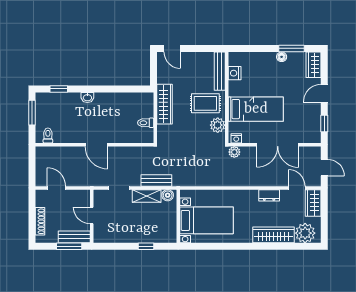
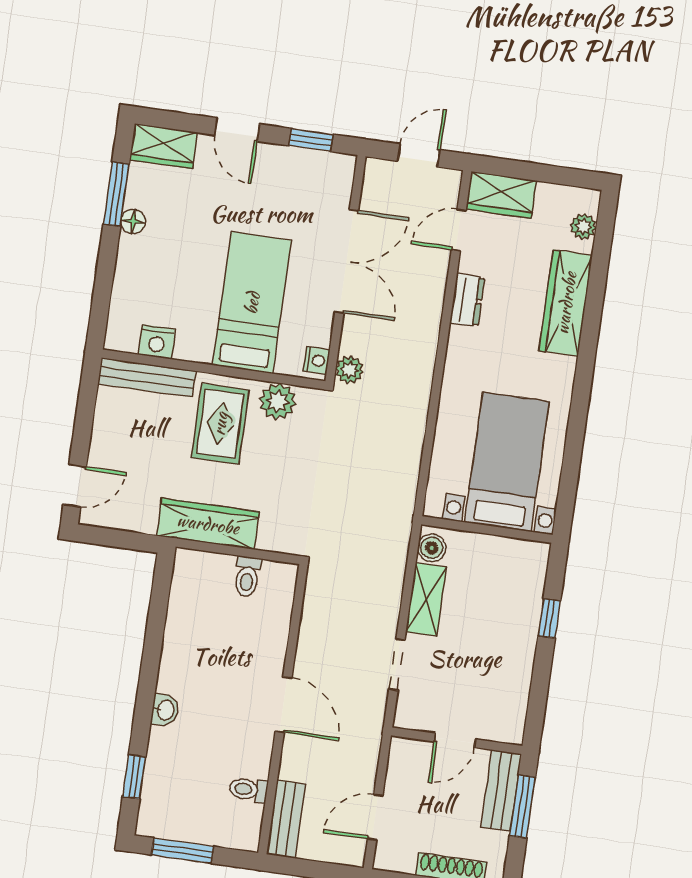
toilet: (48, 135) -> (248, 790), moved
door: (96, 145) -> (283, 705), hinge flipped
bench: (156, 180) -> (286, 819), moved
plant: (305, 233) -> (583, 227), width x0.53, depth x0.53

